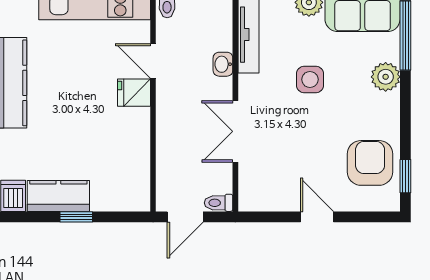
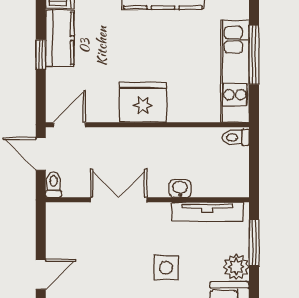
door: (153, 61) -> (69, 125), moved
fridge: (134, 93) -> (143, 102), width x1.88, depth x1.34

